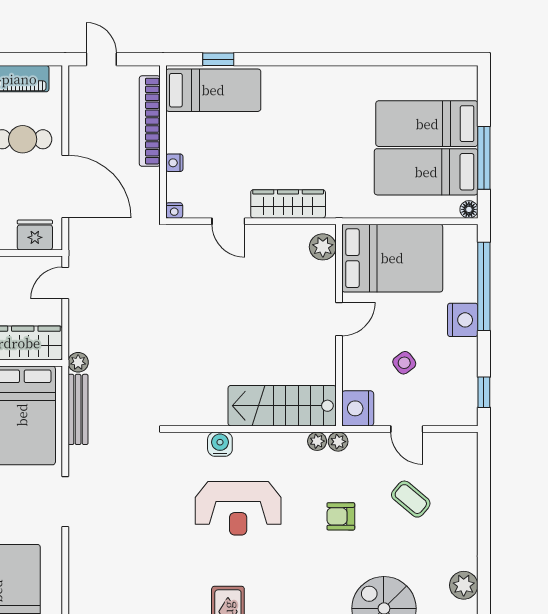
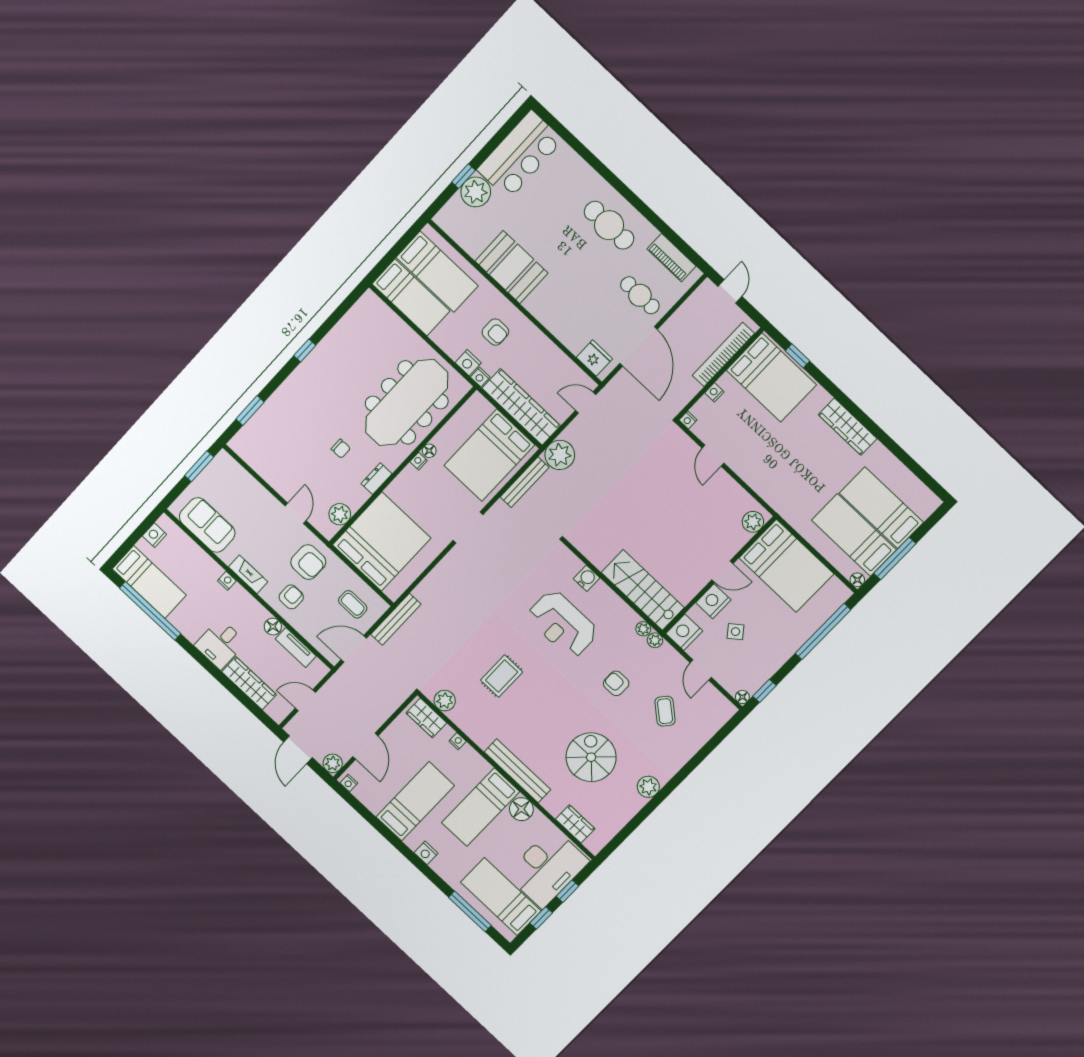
bed: (213, 90) -> (771, 378), width x1.50
wardrobe: (288, 204) -> (848, 427), moved, turned 180
nightstand: (463, 320) -> (713, 601), moved, turned 180
plant: (78, 362) -> (560, 455), width x1.88, depth x1.88
floor lamp: (469, 417) -> (742, 697), added

